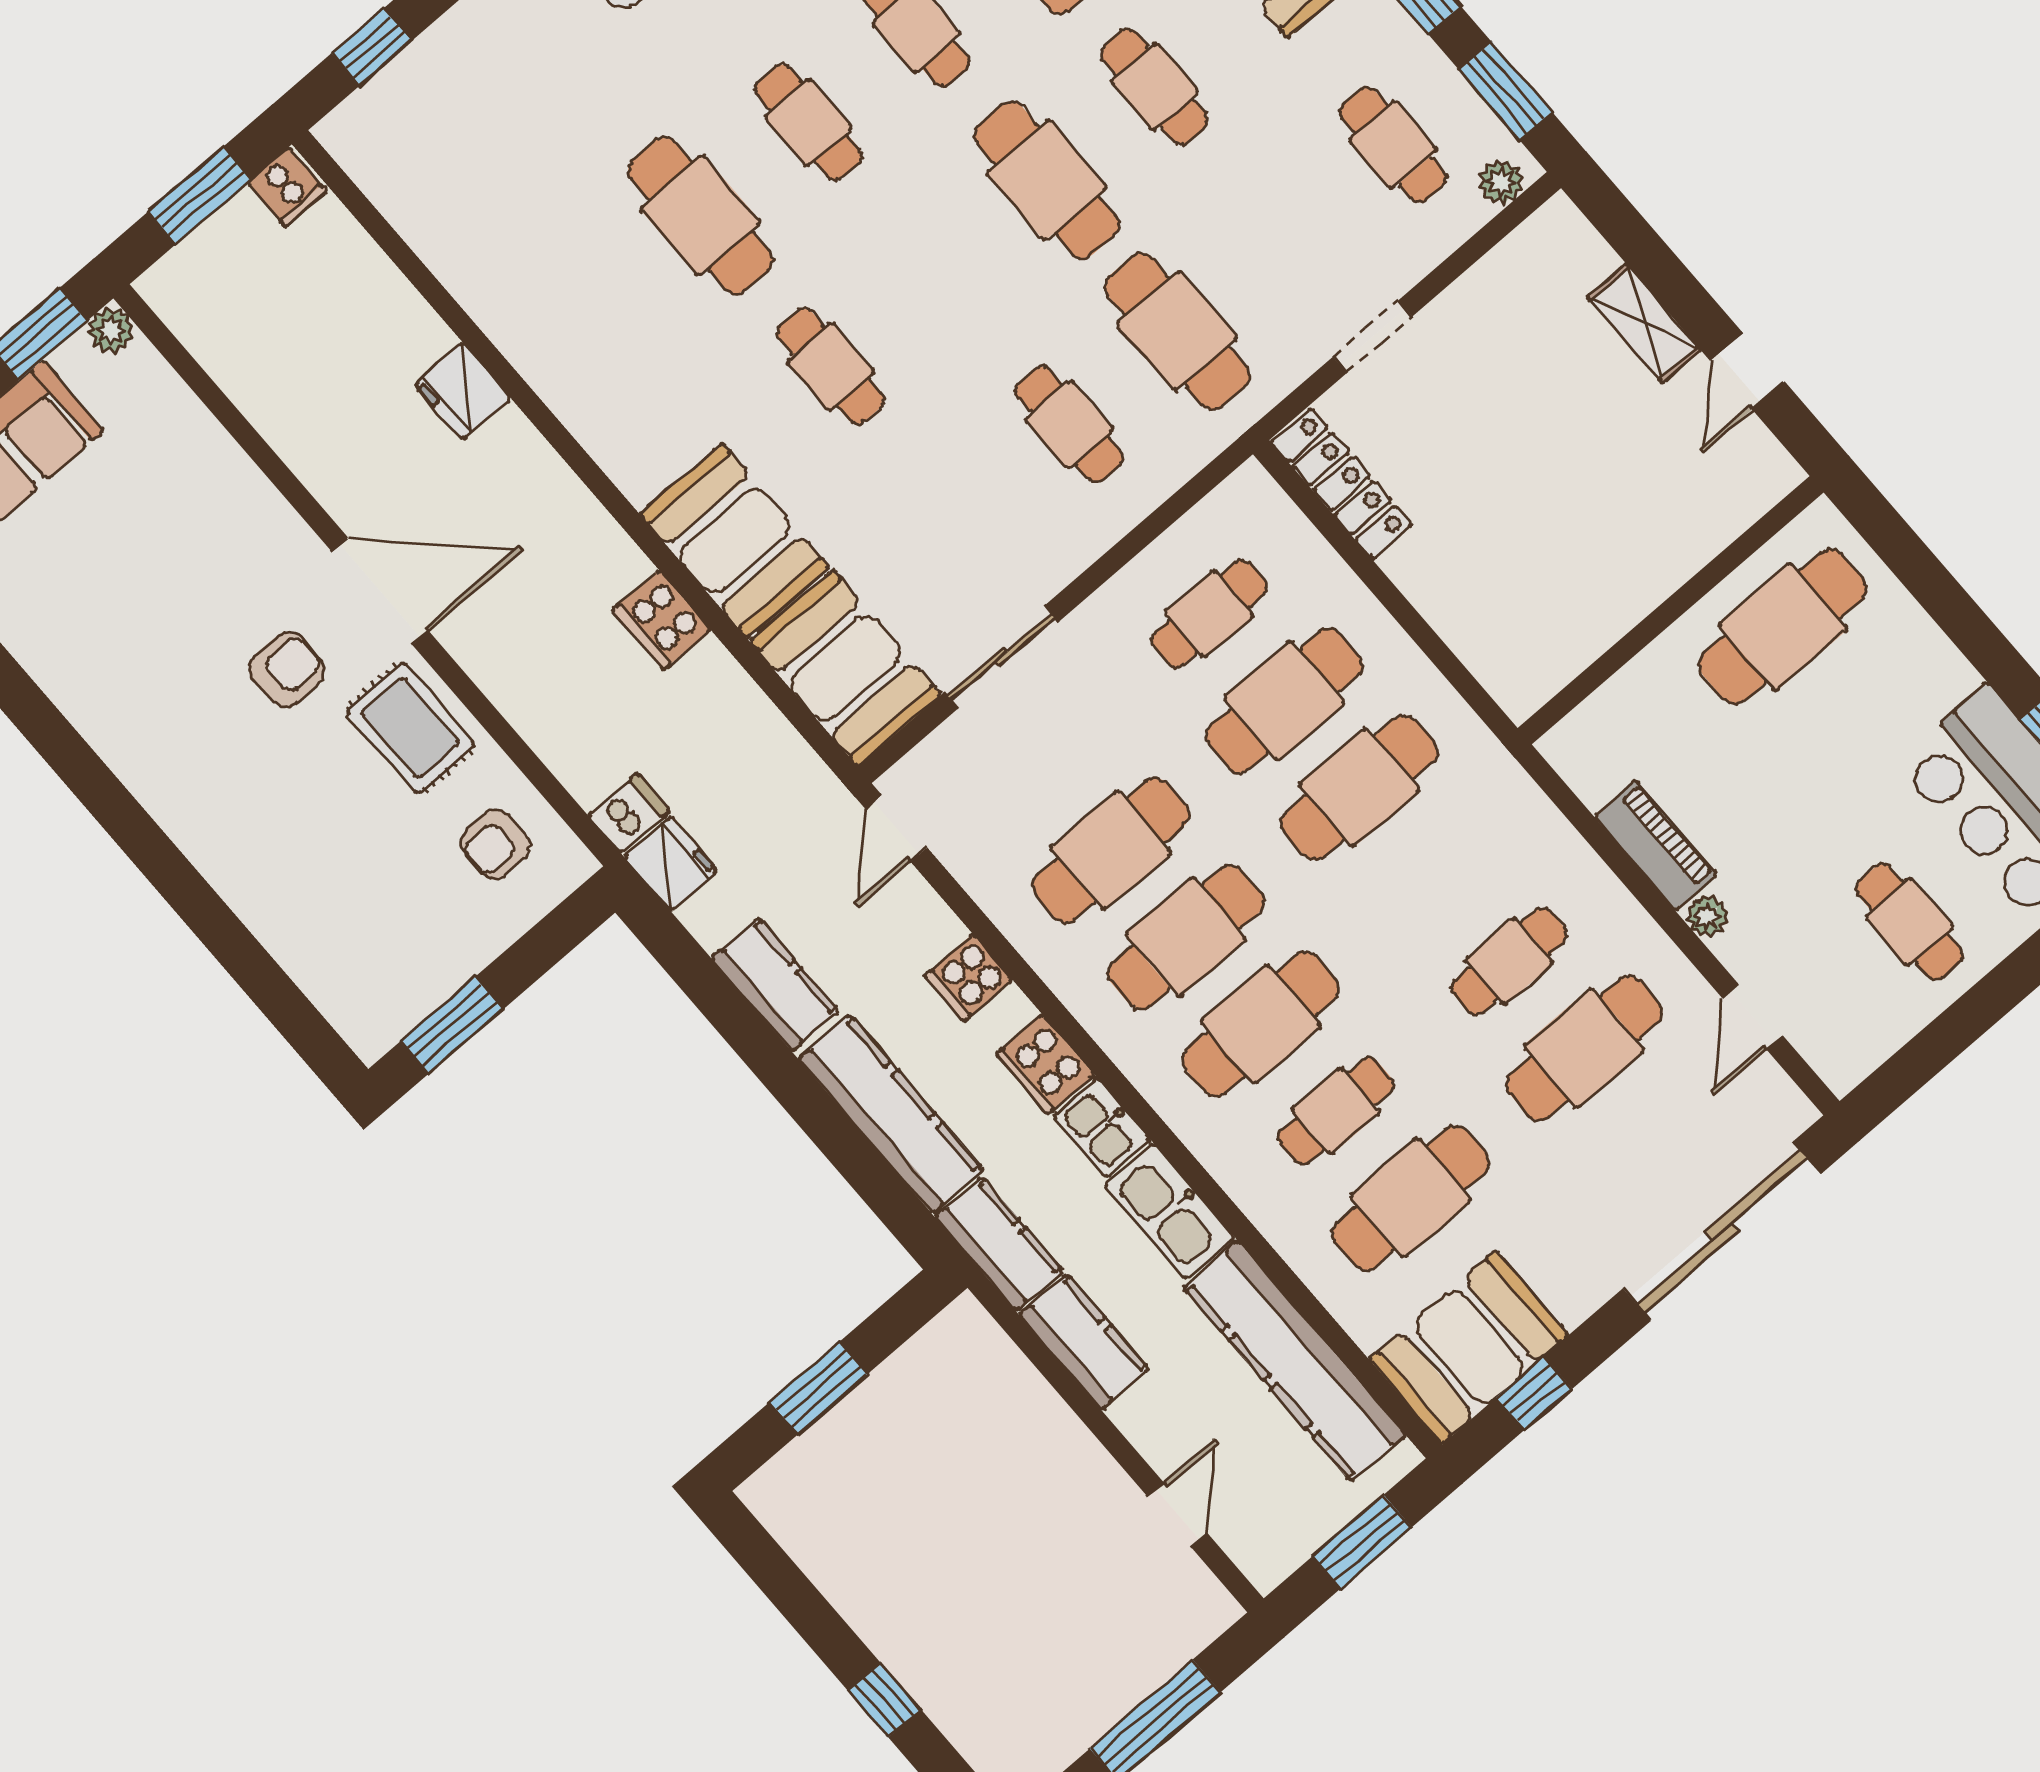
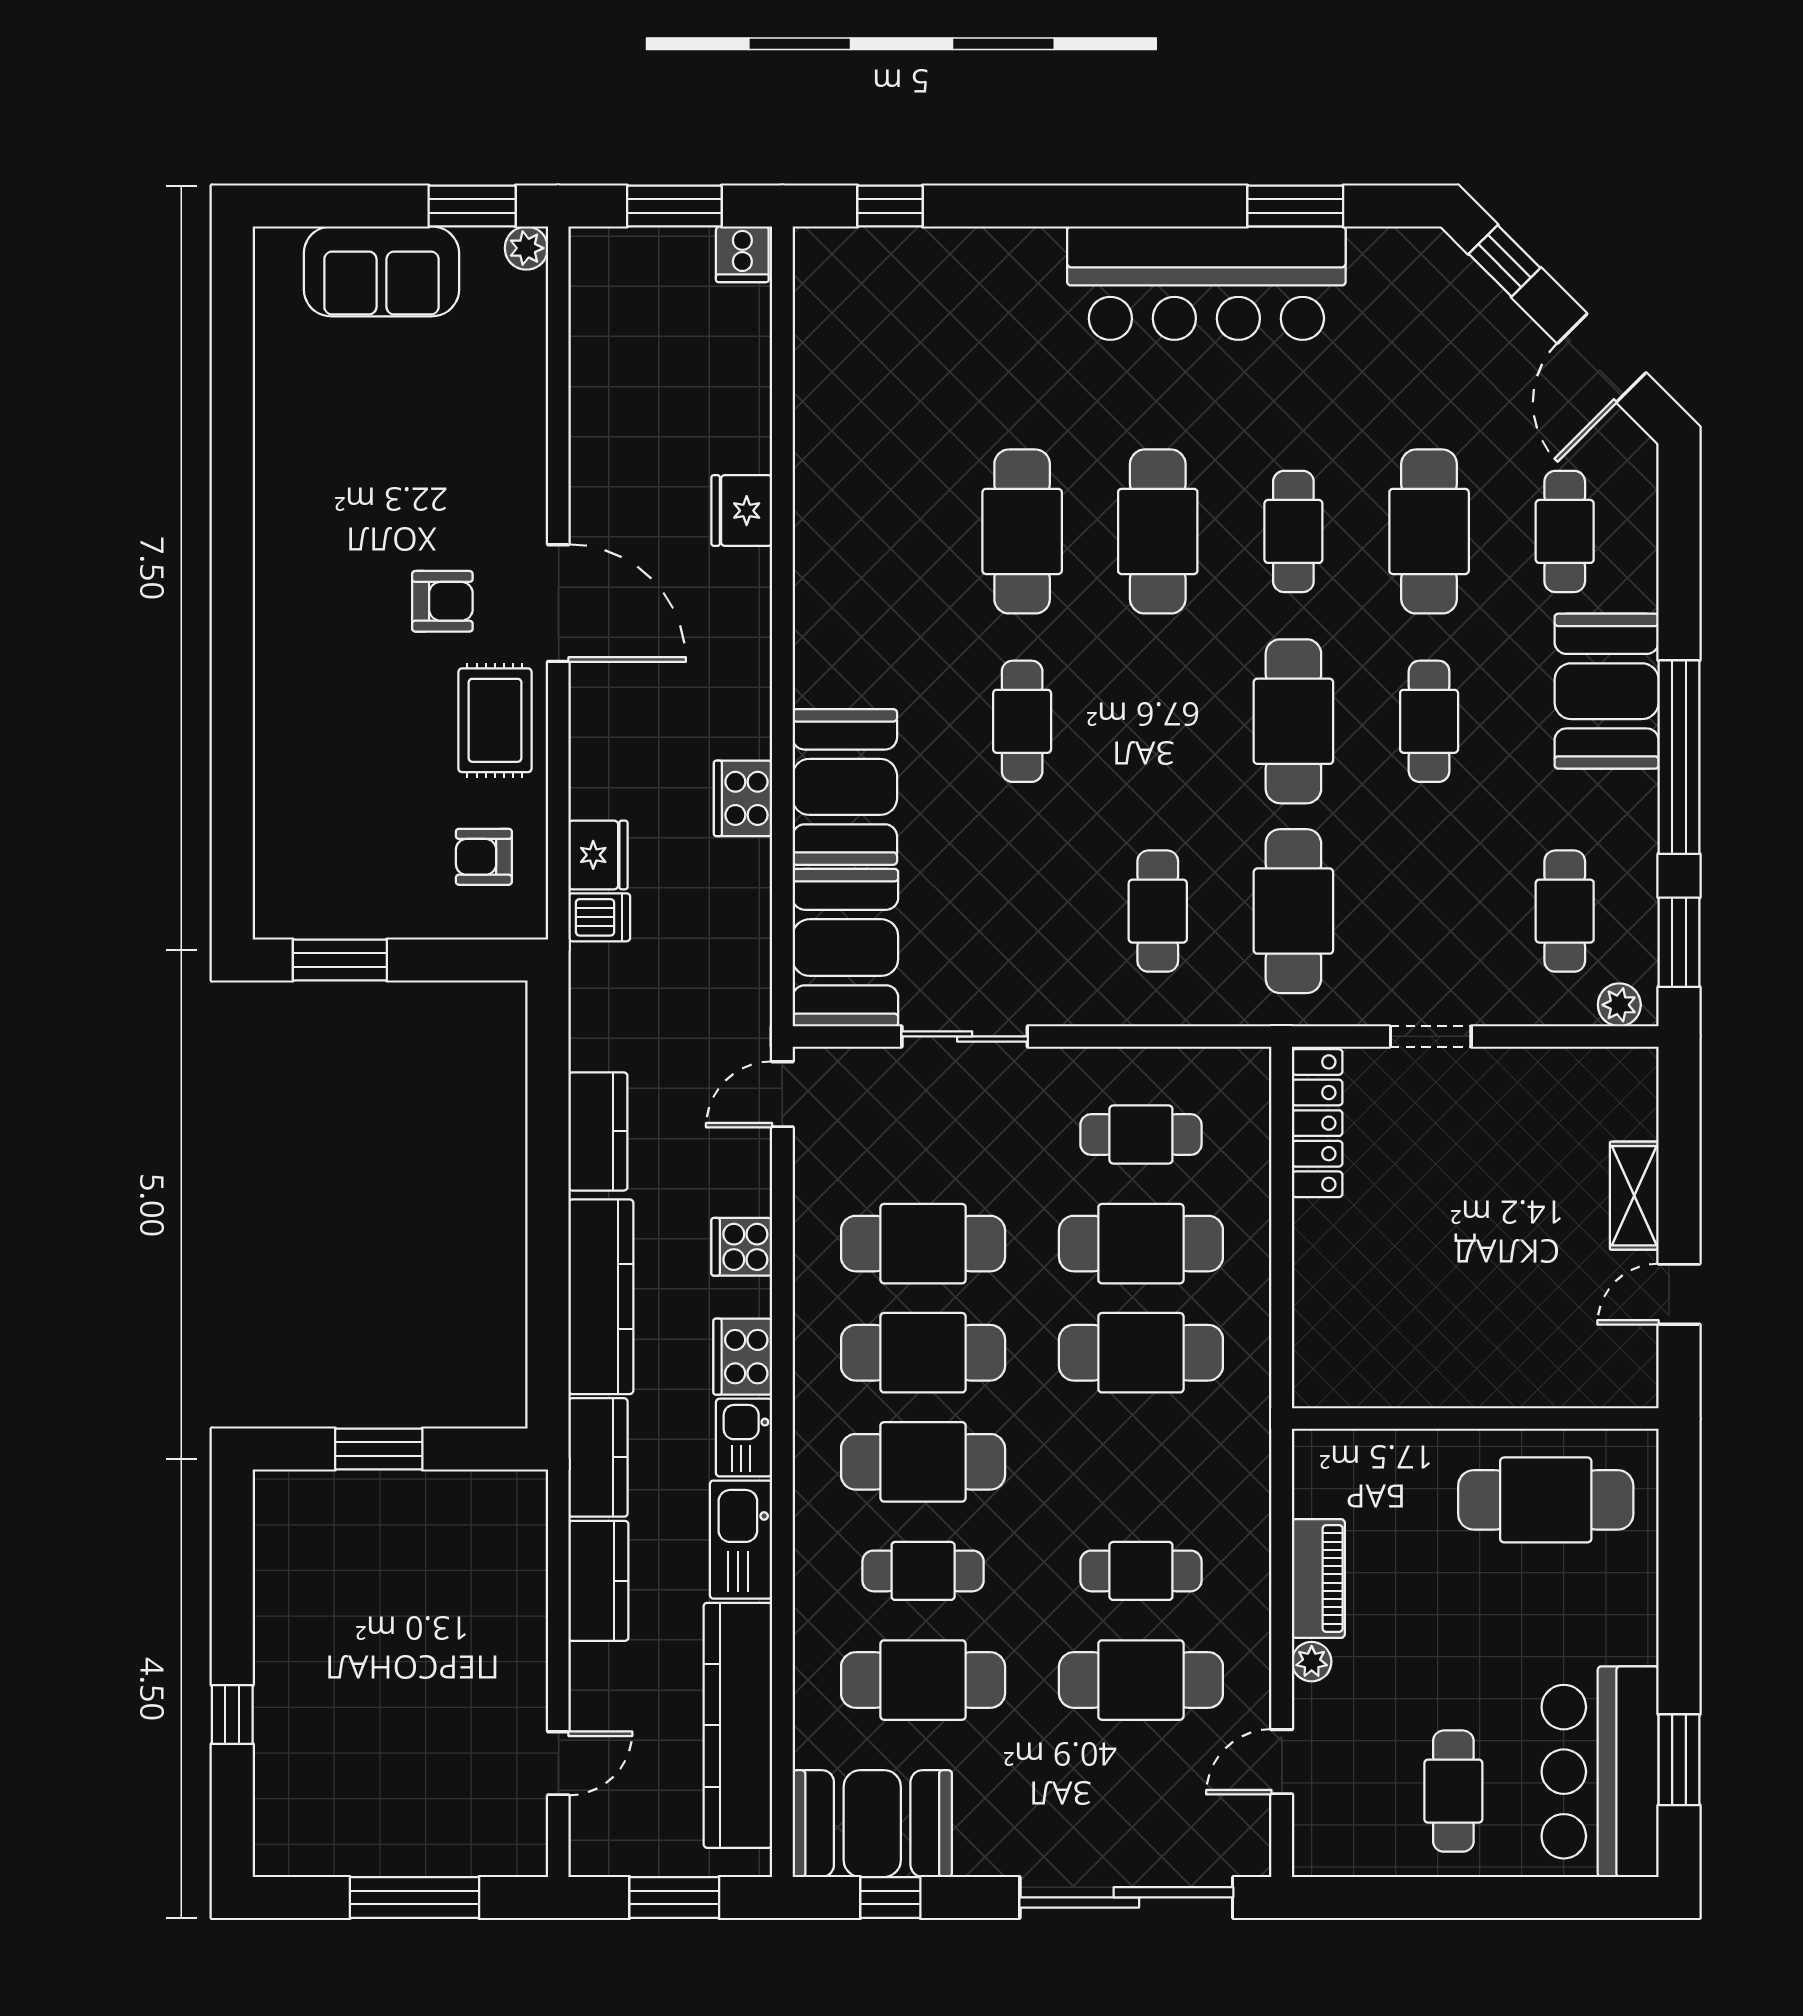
cafe table: (808, 122) -> (1158, 531), width x1.37, depth x1.35
fridge: (671, 864) -> (598, 855), moved

